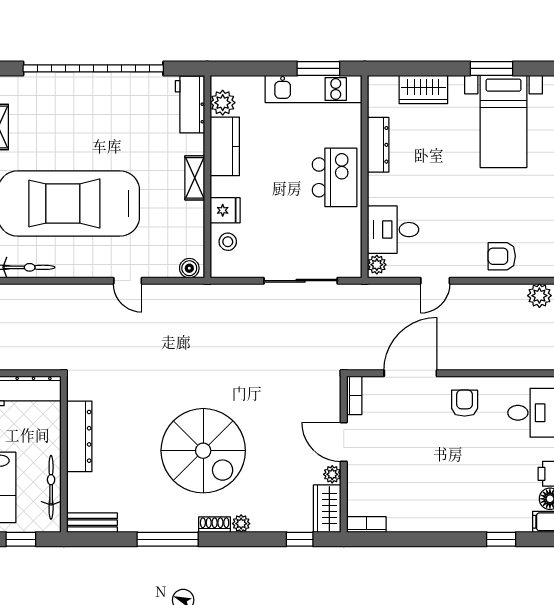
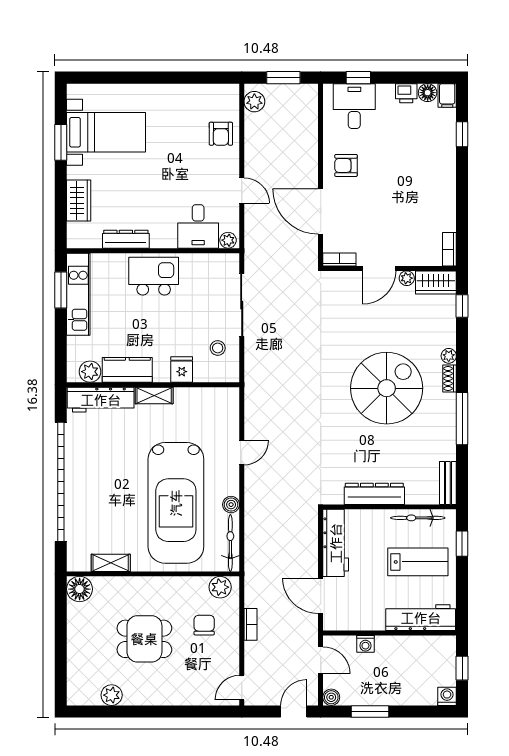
workbench: (190, 104) -> (101, 400), width x1.38
stool: (228, 242) -> (218, 348), moved
boiler: (189, 268) -> (231, 505), moved

